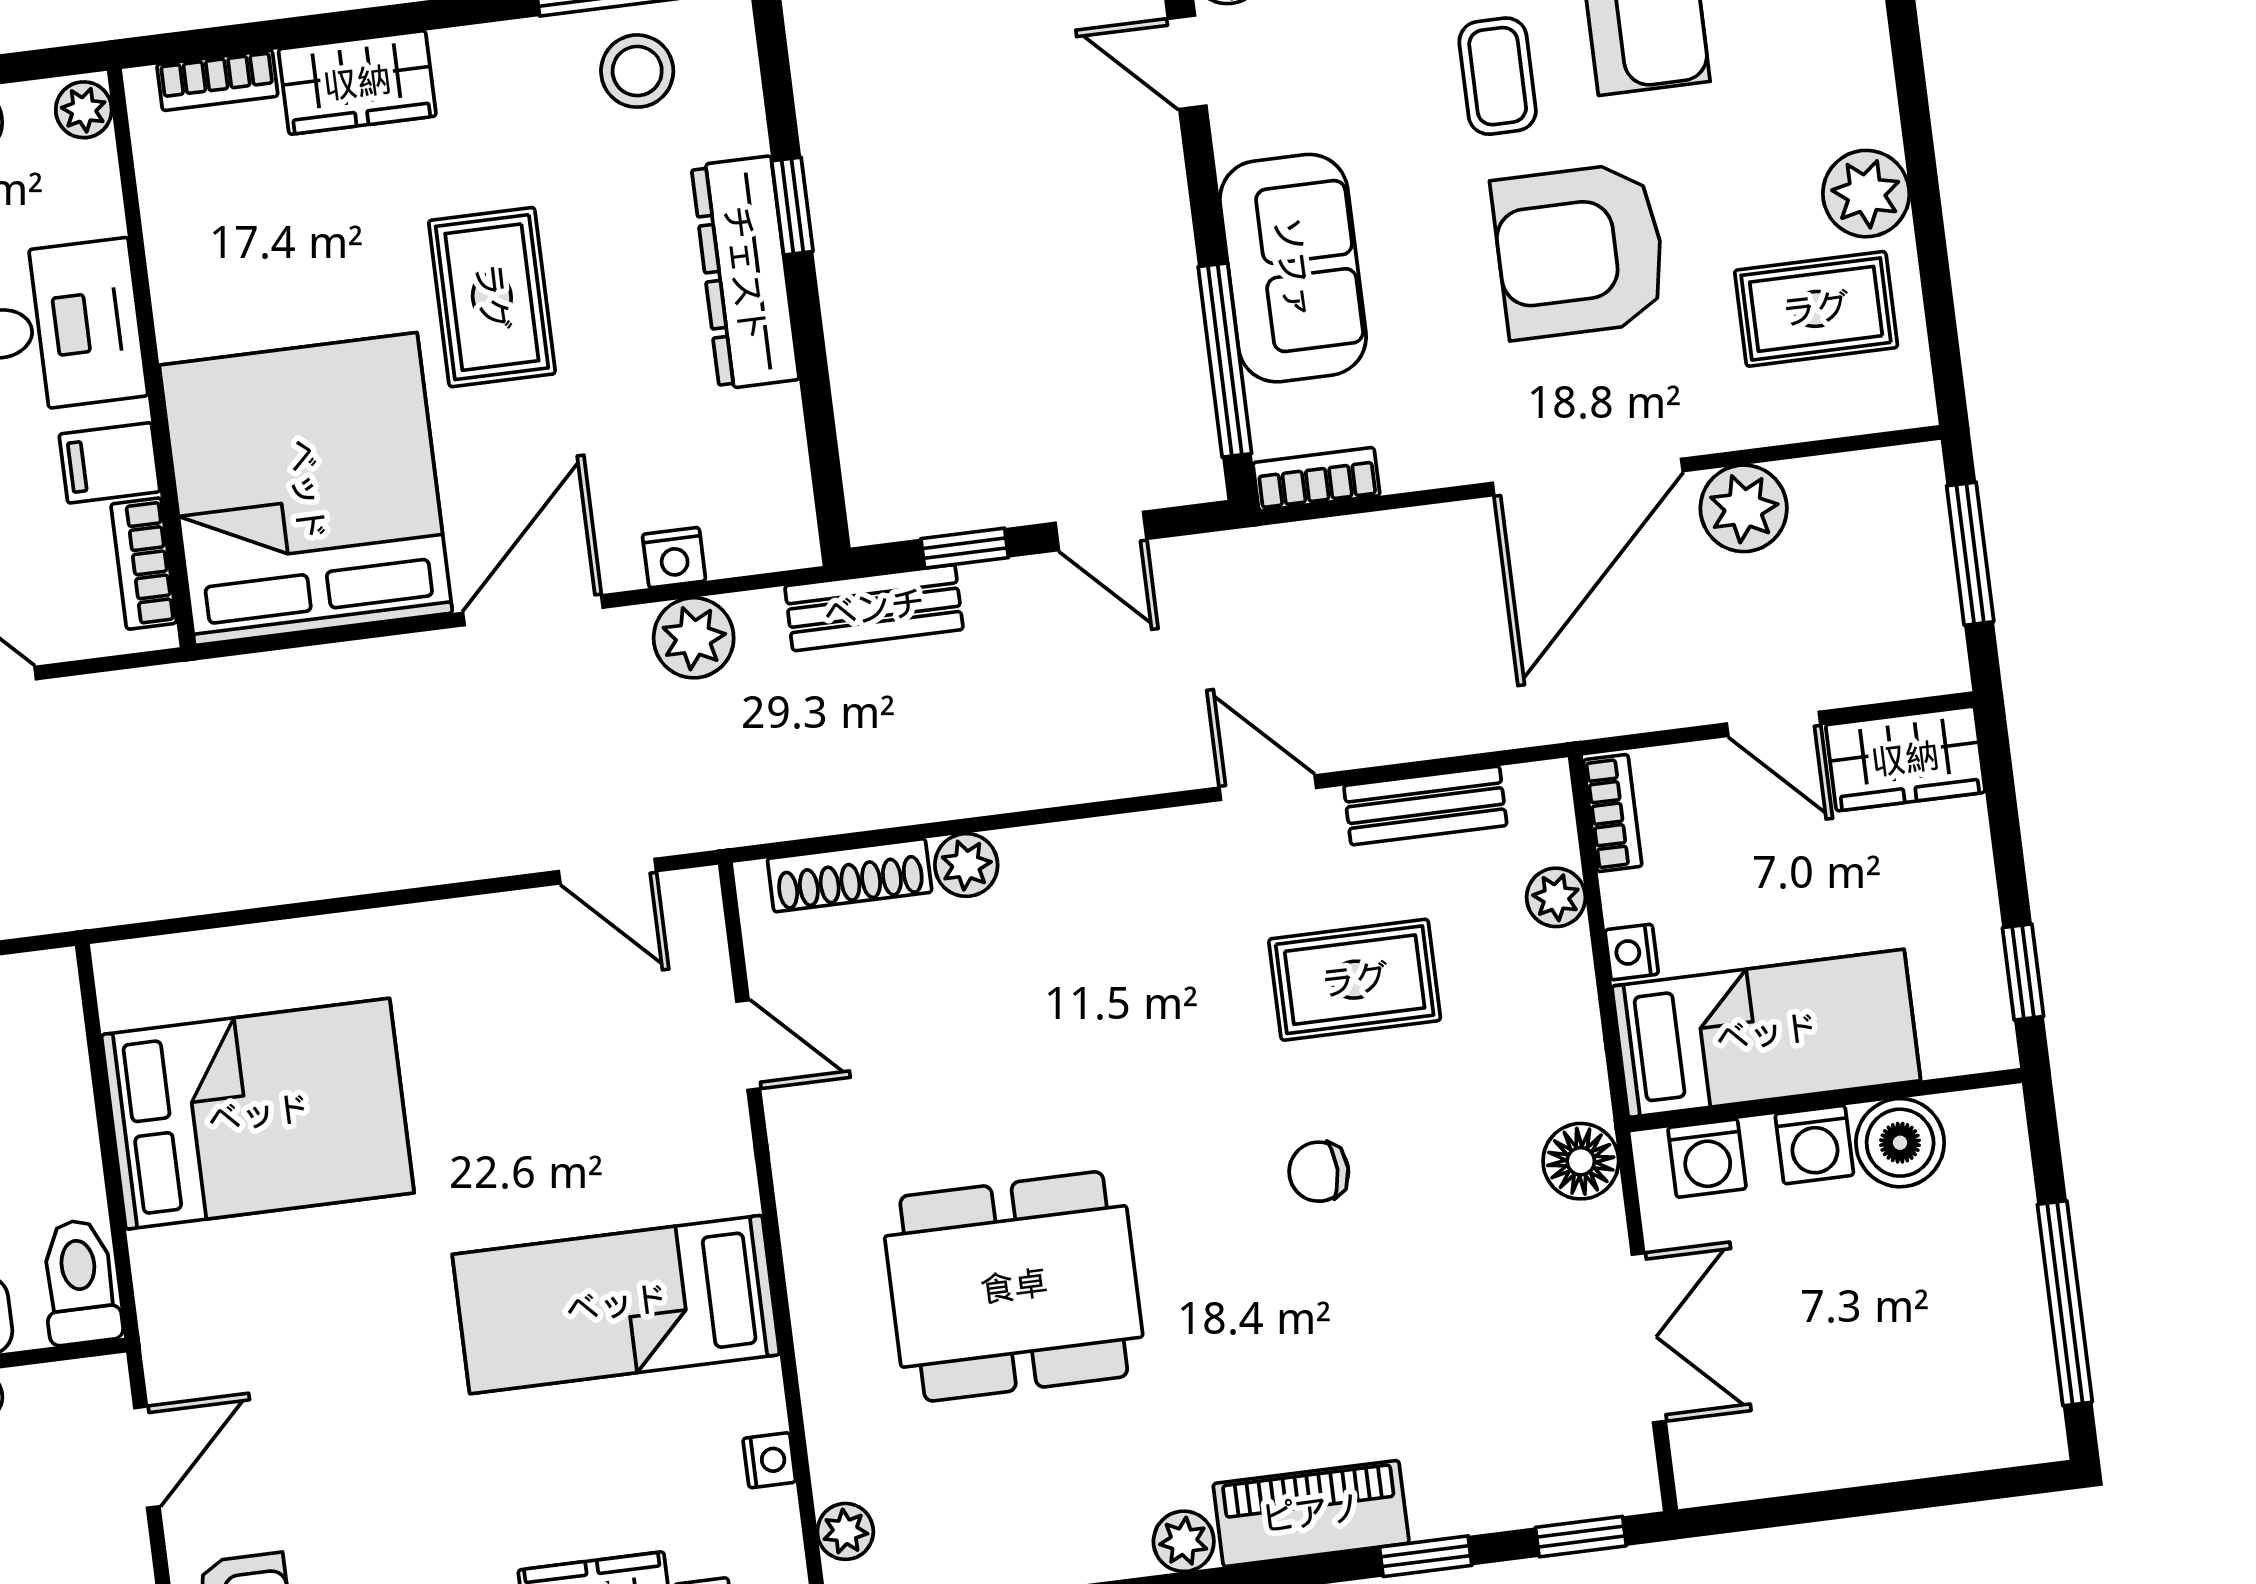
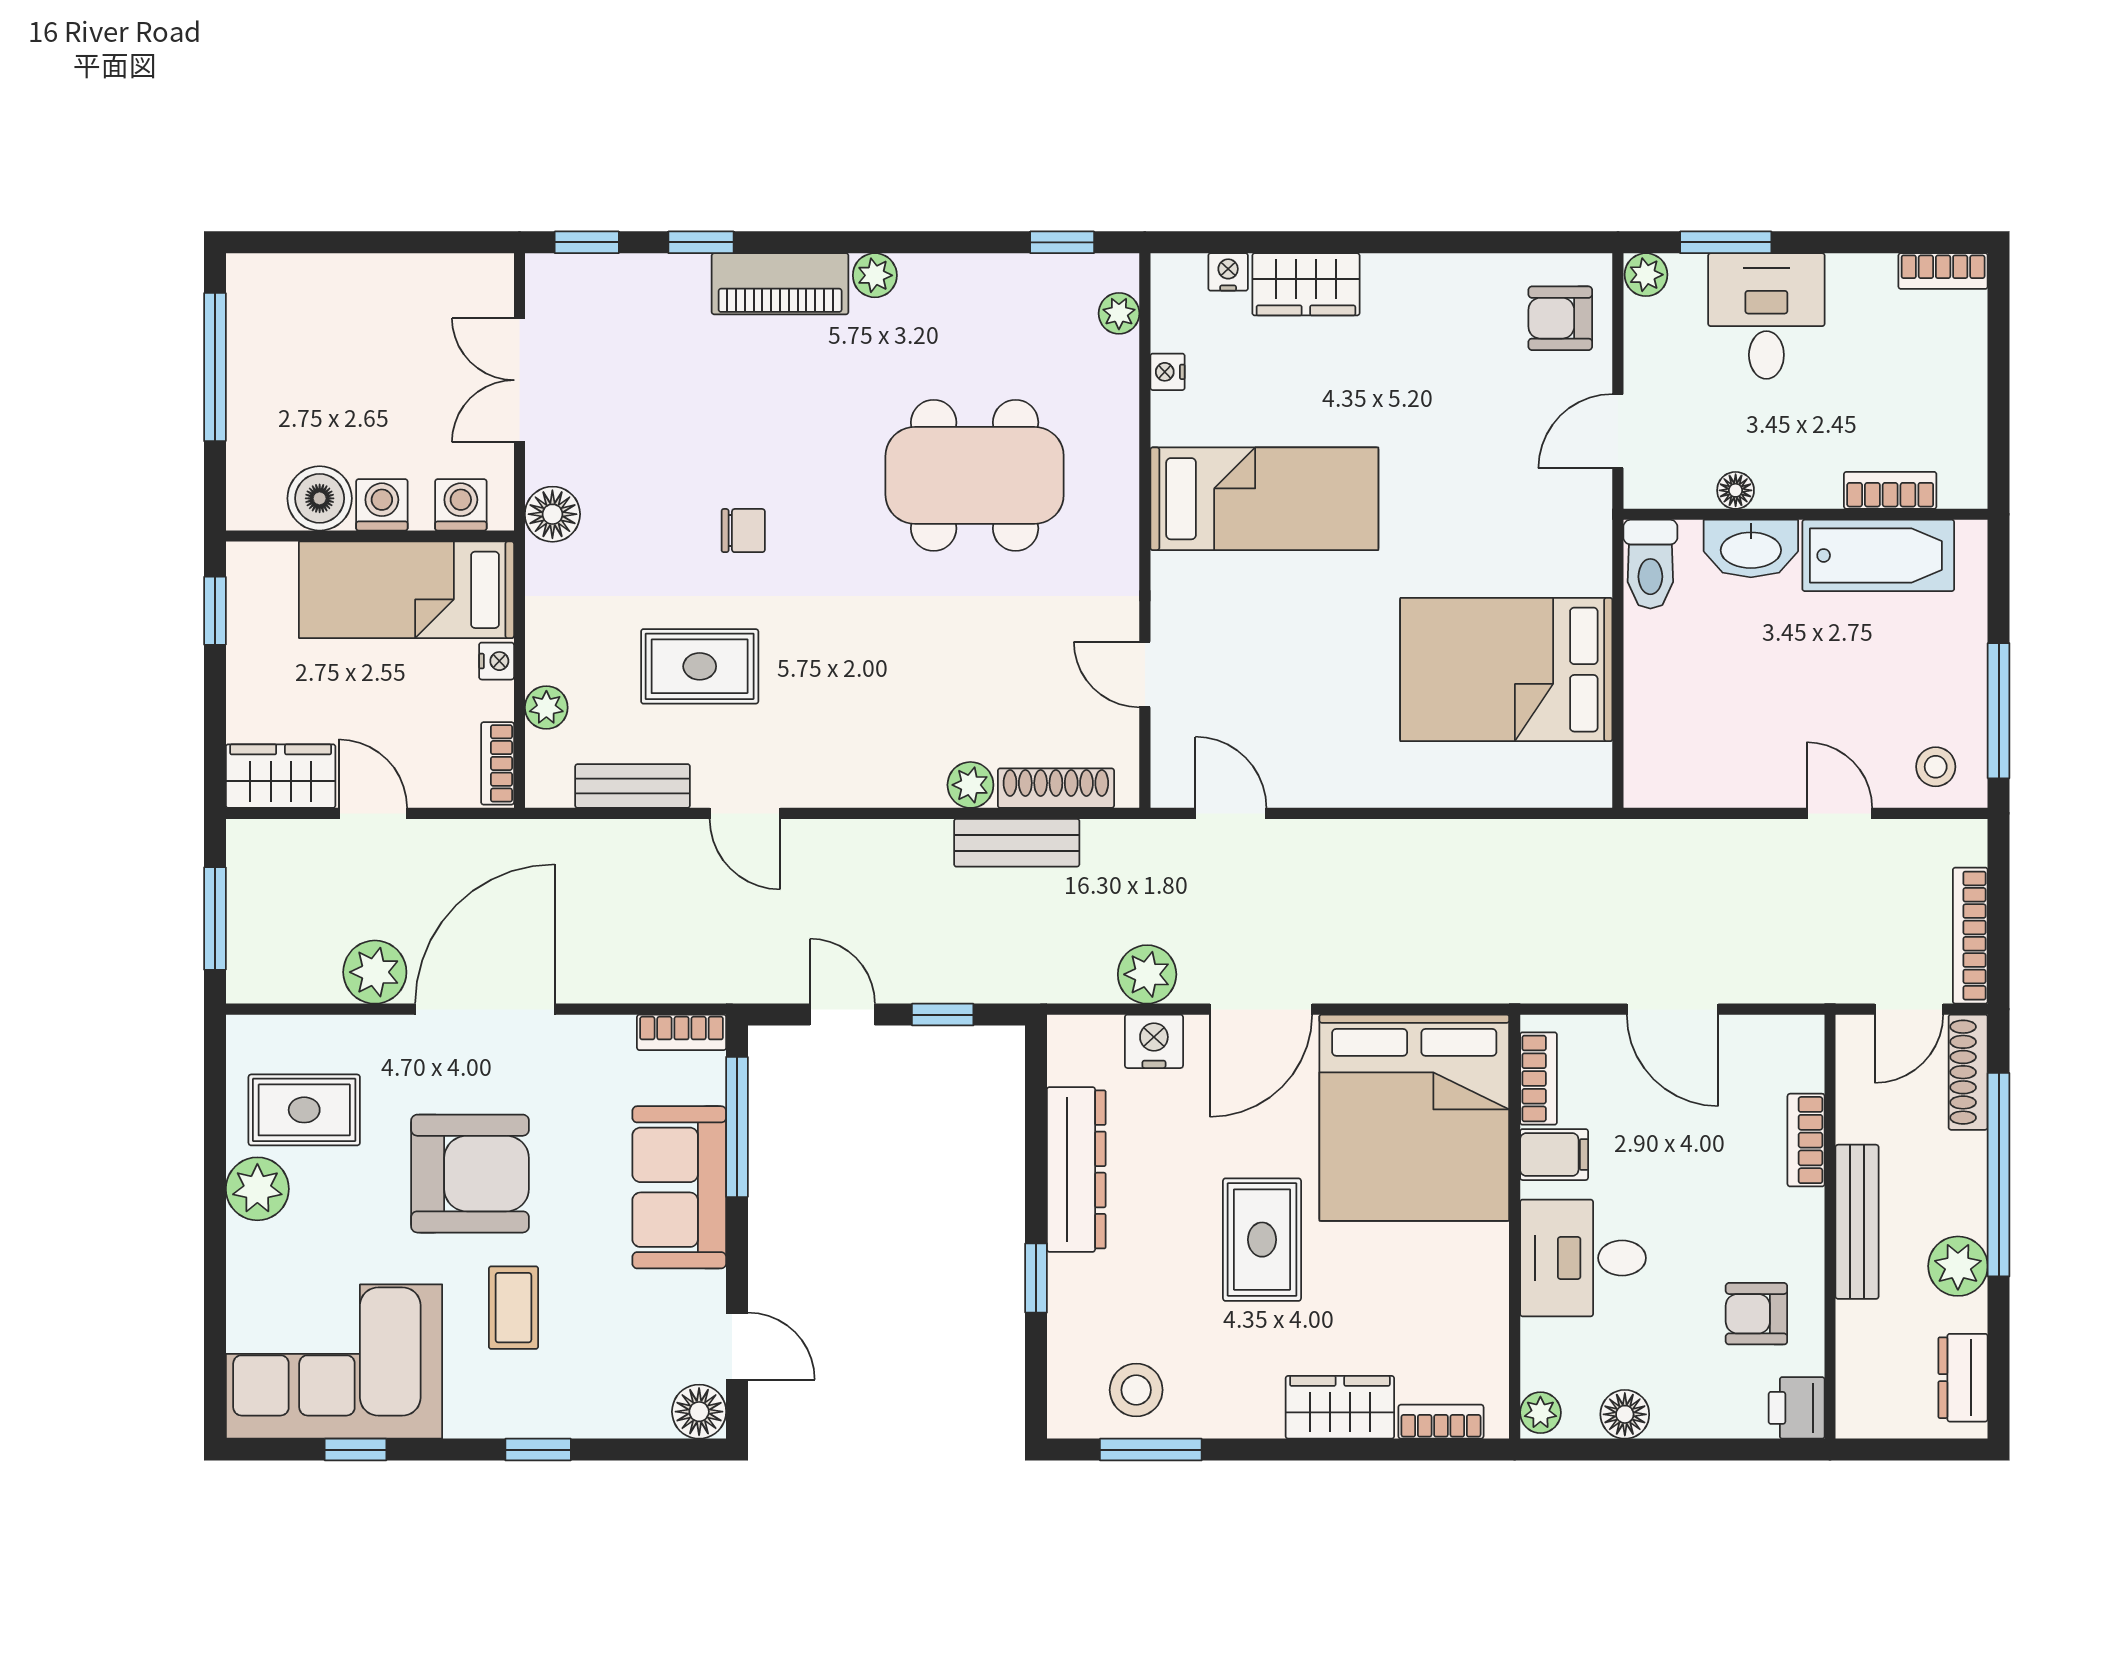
dresser: (745, 273) -> (1076, 1169), moved
nightstand: (674, 558) -> (1154, 1041), width x1.39, depth x1.35
bench: (874, 608) -> (1017, 843), moved

